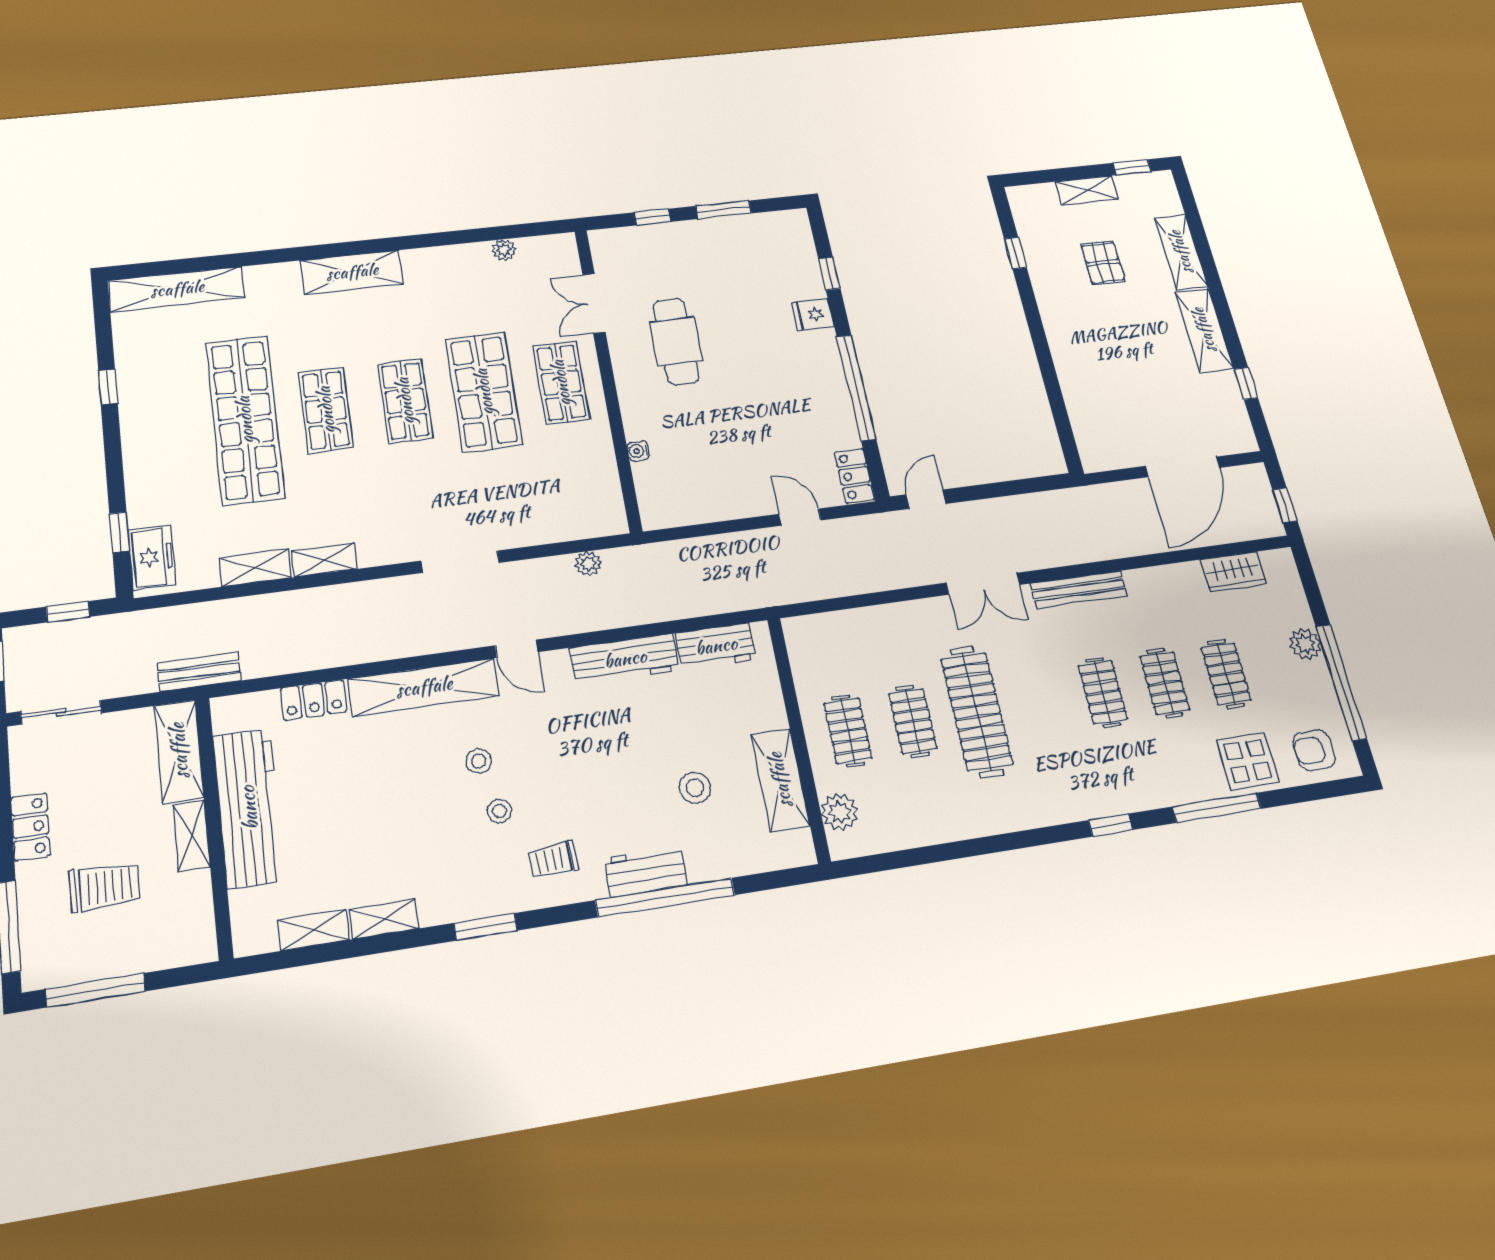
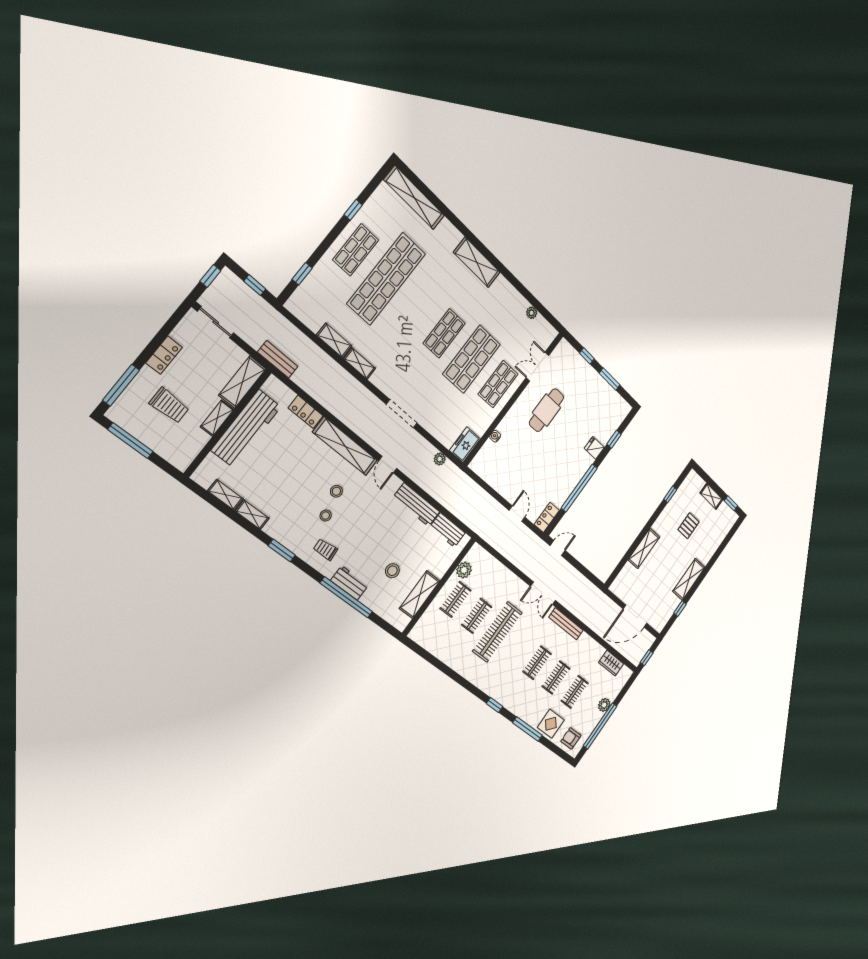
shelving: (1181, 252) -> (644, 548), moved
shop shelf: (326, 410) -> (356, 250), moved
freezer: (152, 557) -> (465, 445), moved, turned 180
plant: (840, 812) -> (464, 570), moved

